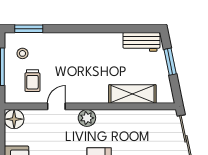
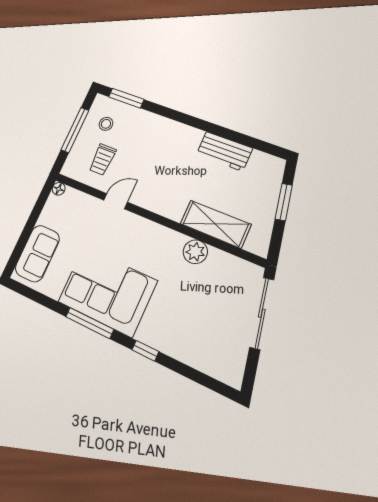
workbench: (141, 42) -> (224, 151), moved
plant: (87, 118) -> (195, 252), moved
floor lamp: (14, 119) -> (59, 189), width x0.53, depth x0.53

